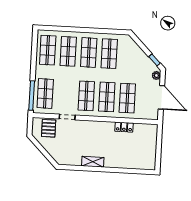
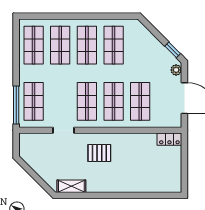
locker: (124, 127) -> (169, 139), moved
pallet: (49, 128) -> (99, 153), moved, turned 90
shelving: (93, 162) -> (71, 186), moved

